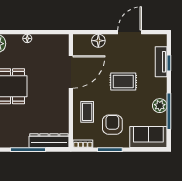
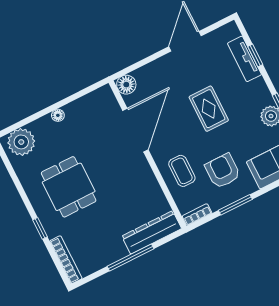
floor lamp: (98, 41) -> (126, 85), moved
rug: (123, 81) -> (209, 109), turned 90

